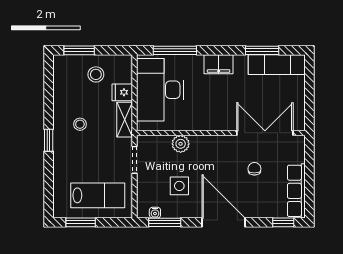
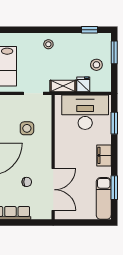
window: (175, 50) -> (114, 123), width x0.69
stool: (80, 124) -> (48, 44), moved
window: (49, 140) -> (89, 30), moved
plant: (181, 144) -> (45, 127), removed
side table: (179, 186) -> (27, 128), moved

